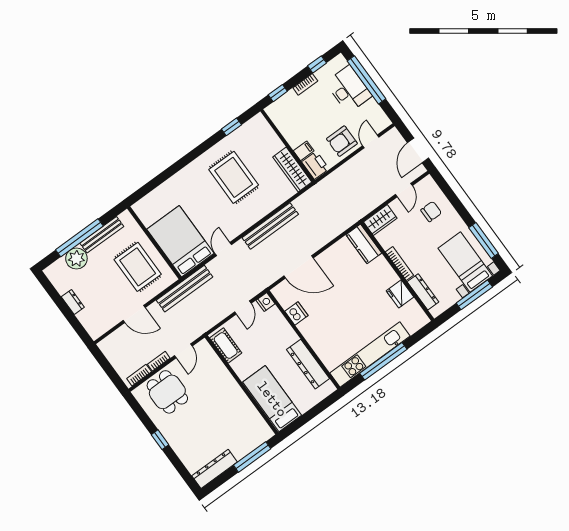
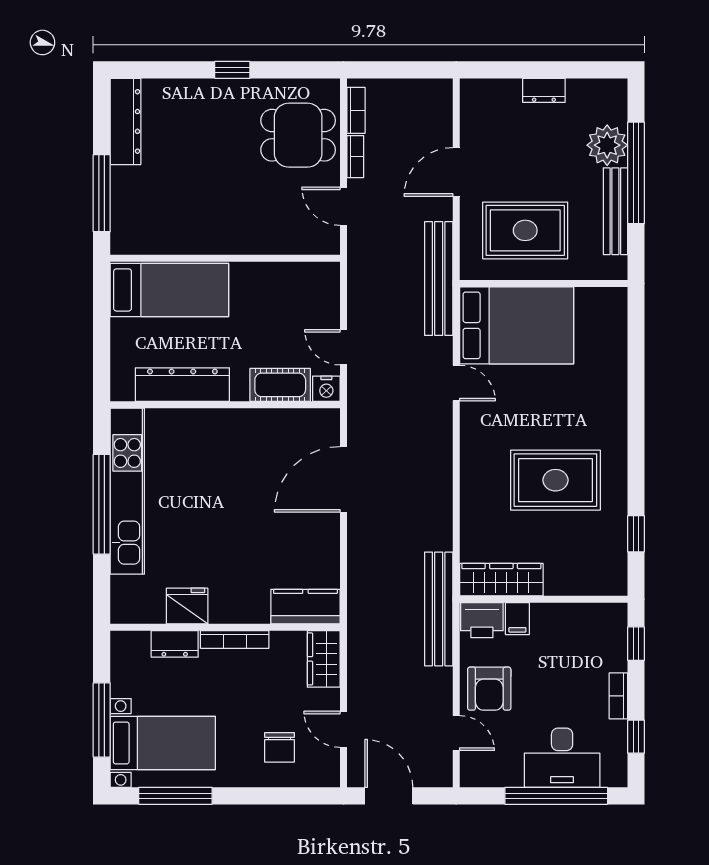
armchair: (342, 141) -> (489, 689), turned 180
bench: (270, 226) -> (439, 609), moved
dresser: (423, 292) -> (175, 644), width x0.70
dishwasher: (296, 313) -> (274, 424), removed
cot: (226, 346) -> (280, 385), moved

